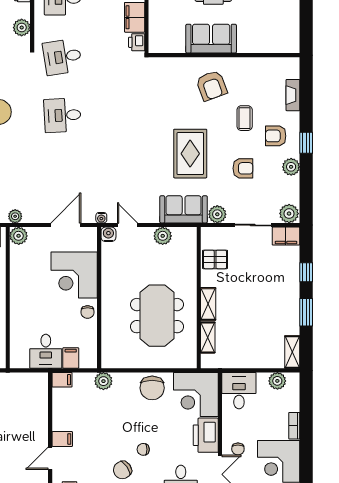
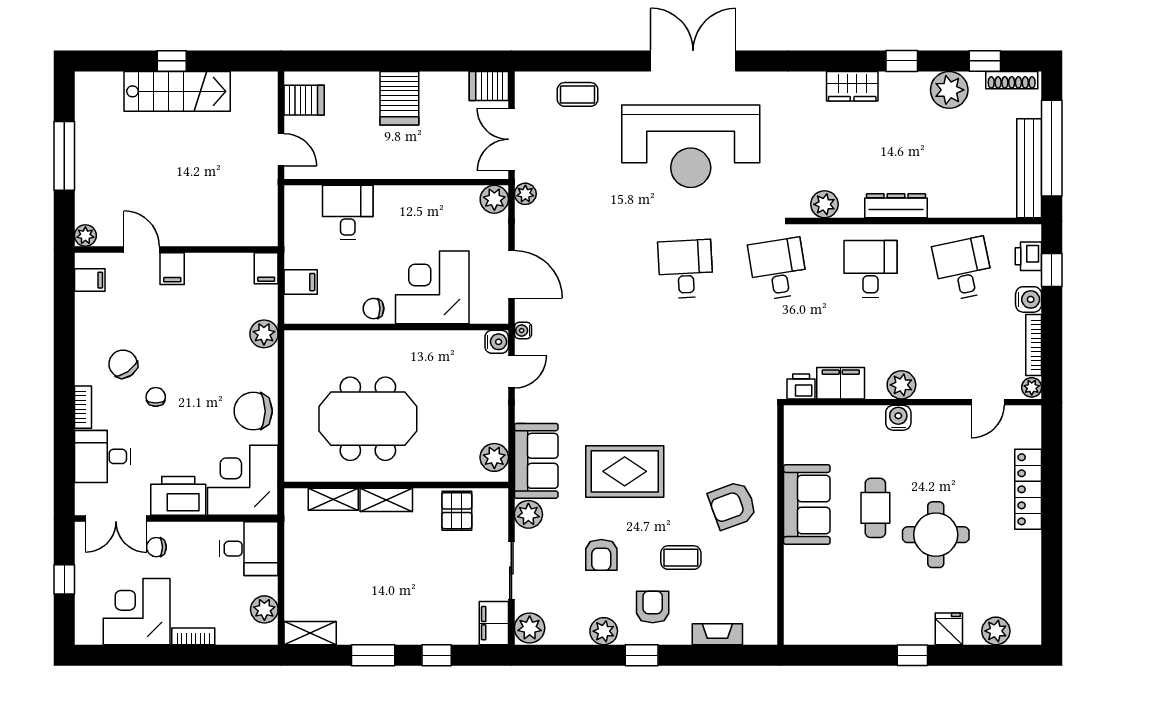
plant: (163, 236) -> (494, 457), moved
desk: (46, 351) -> (348, 212), moved, turned 90

